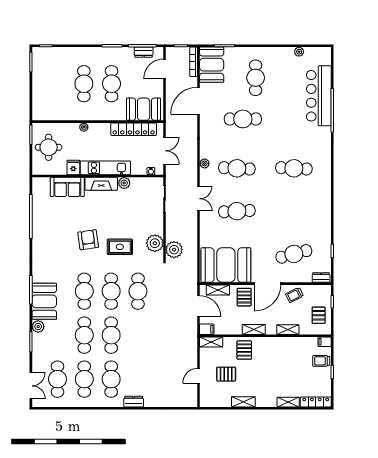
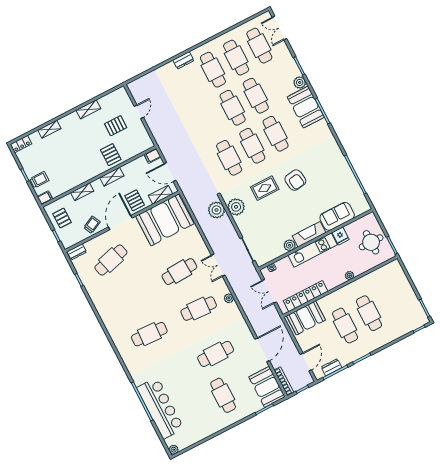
plant: (299, 52) -> (174, 450), moved
shelving: (211, 342) -> (143, 147), removed
locker: (316, 402) -> (21, 144), width x0.66

